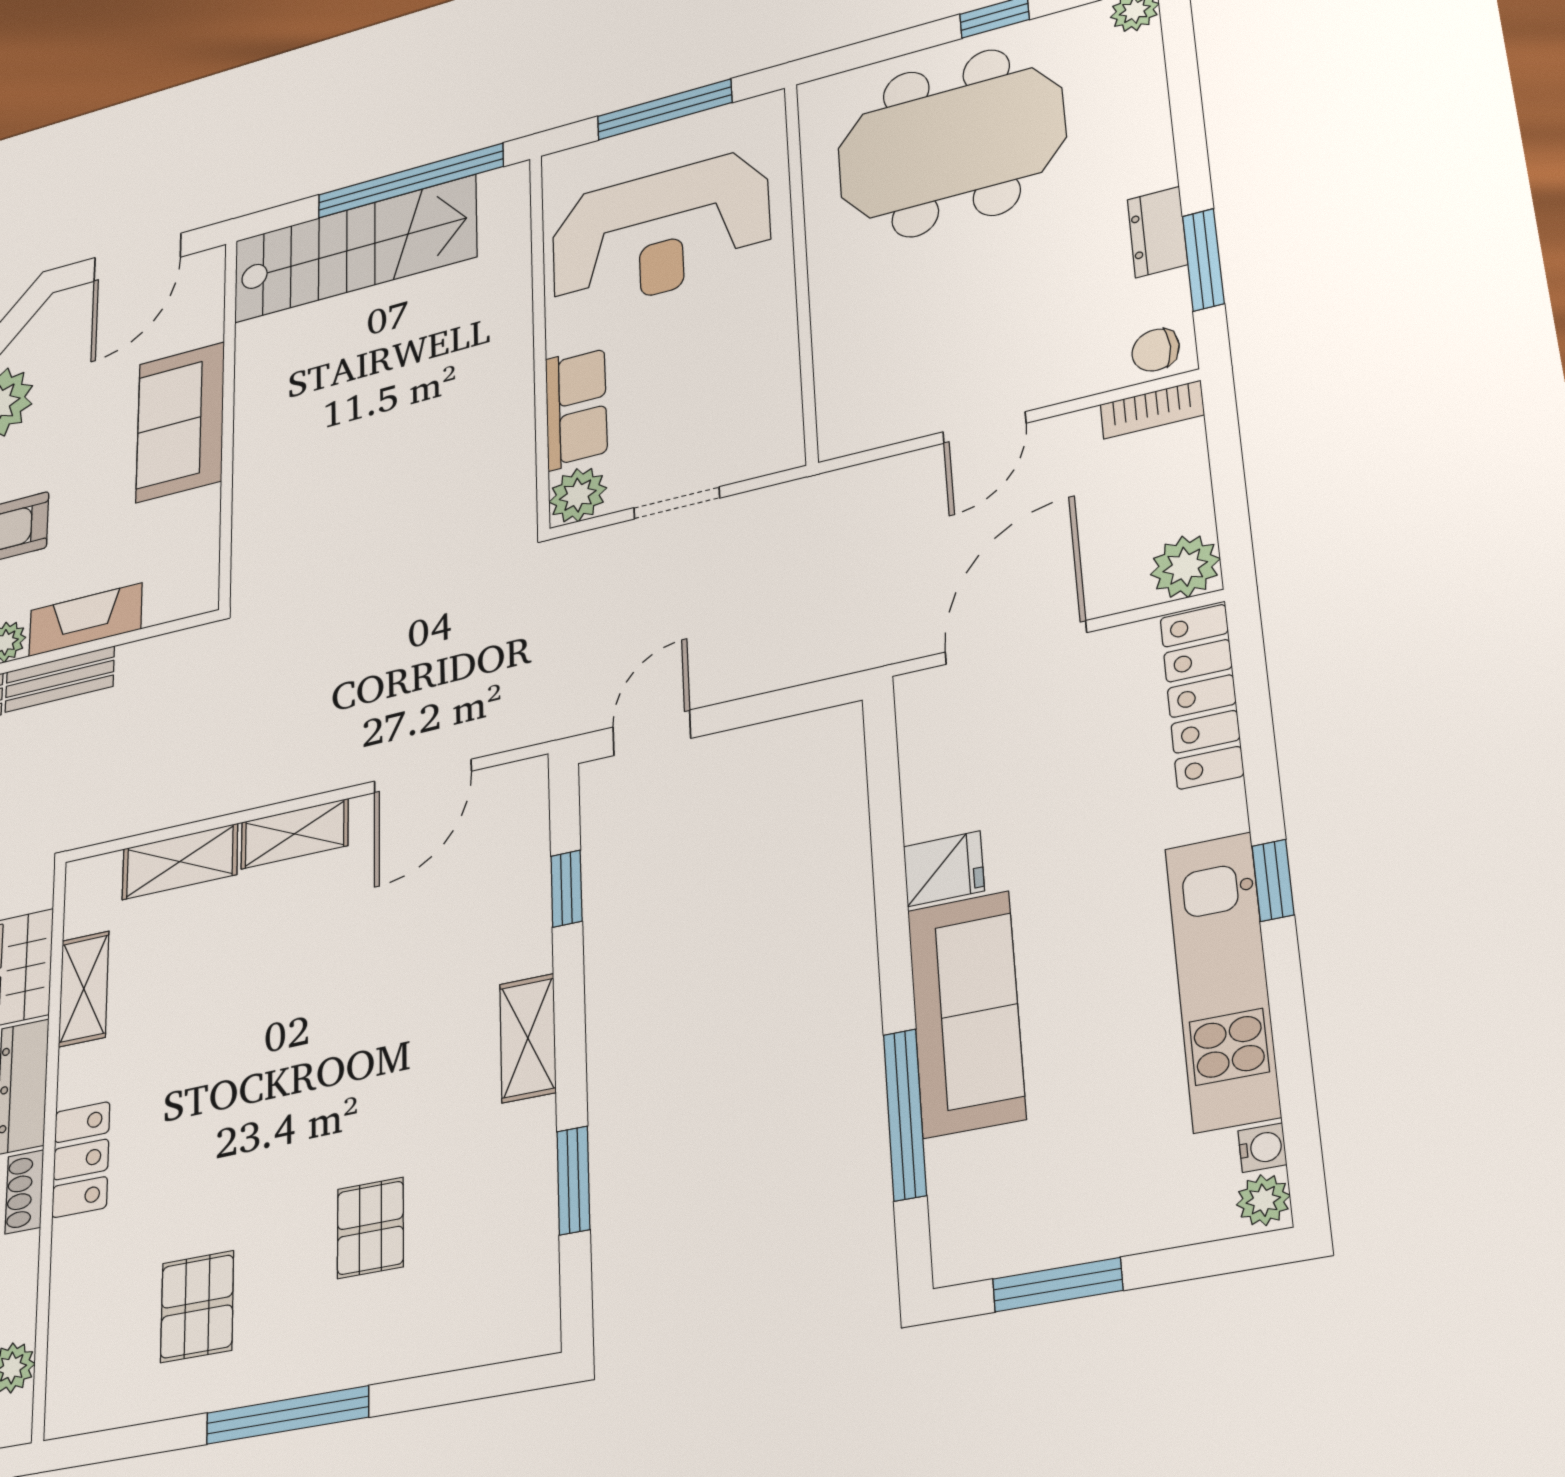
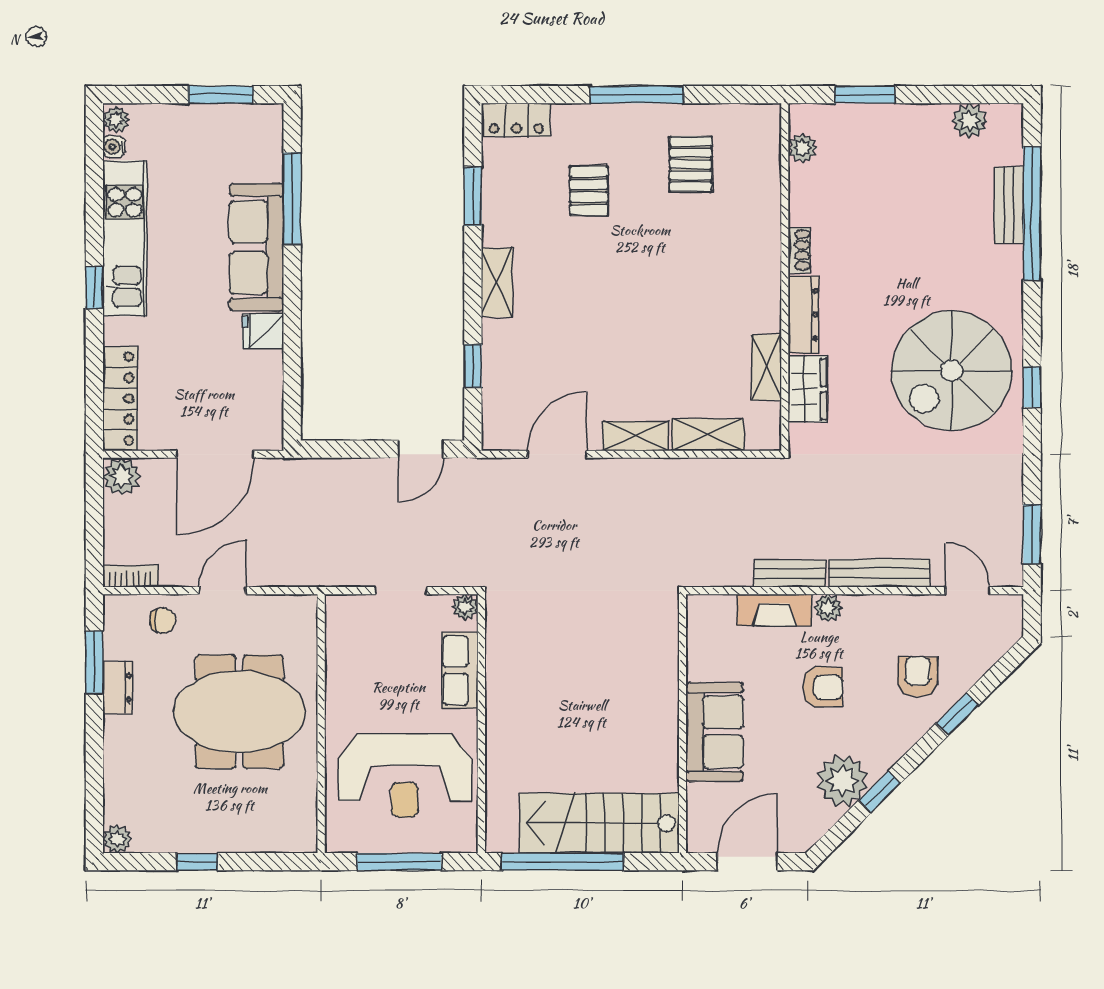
meeting table: (951, 143) -> (239, 712), moved
reception desk: (660, 232) -> (405, 775), turned 180
chair: (1156, 350) -> (163, 621), moved
plant: (578, 495) -> (465, 607), width x0.73, depth x0.73
locker: (81, 1160) -> (516, 120), moved, turned -90

